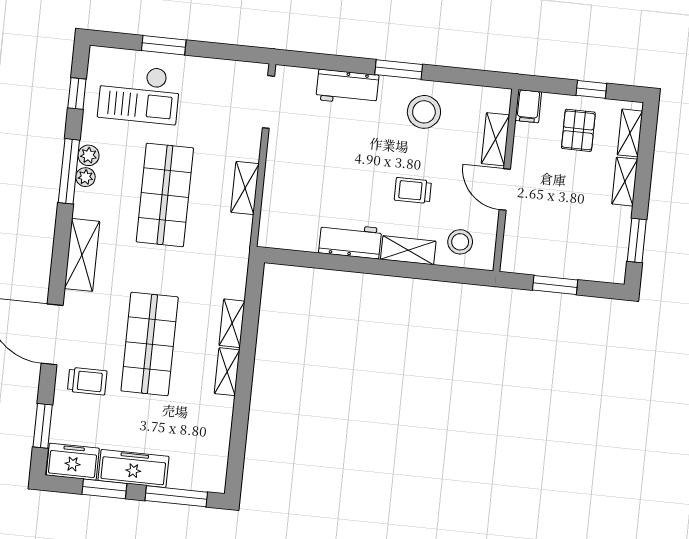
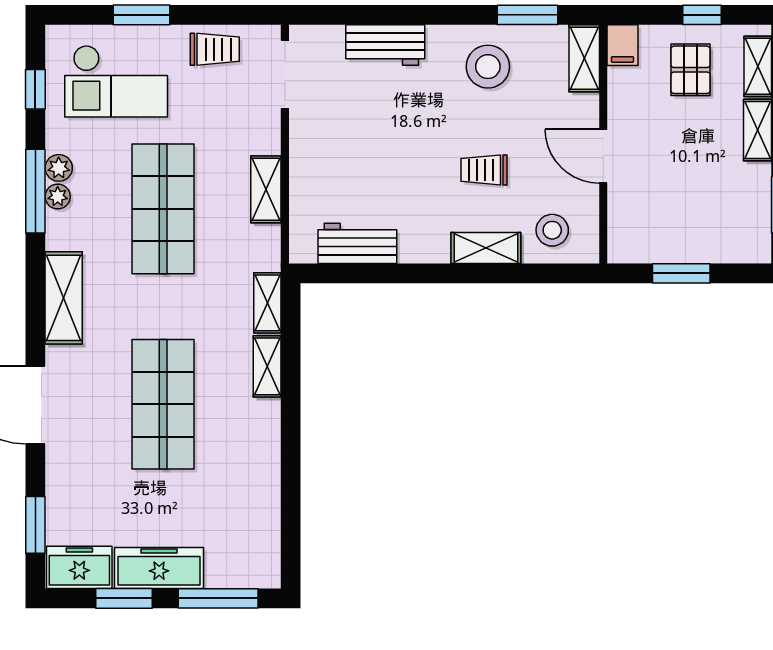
window: (399, 69) -> (528, 15), moved
shelving: (495, 139) -> (584, 58), moved
workbench: (350, 241) -> (357, 243), moved
shelving: (227, 372) -> (267, 303), moved
trolley: (87, 381) -> (215, 49), moved

